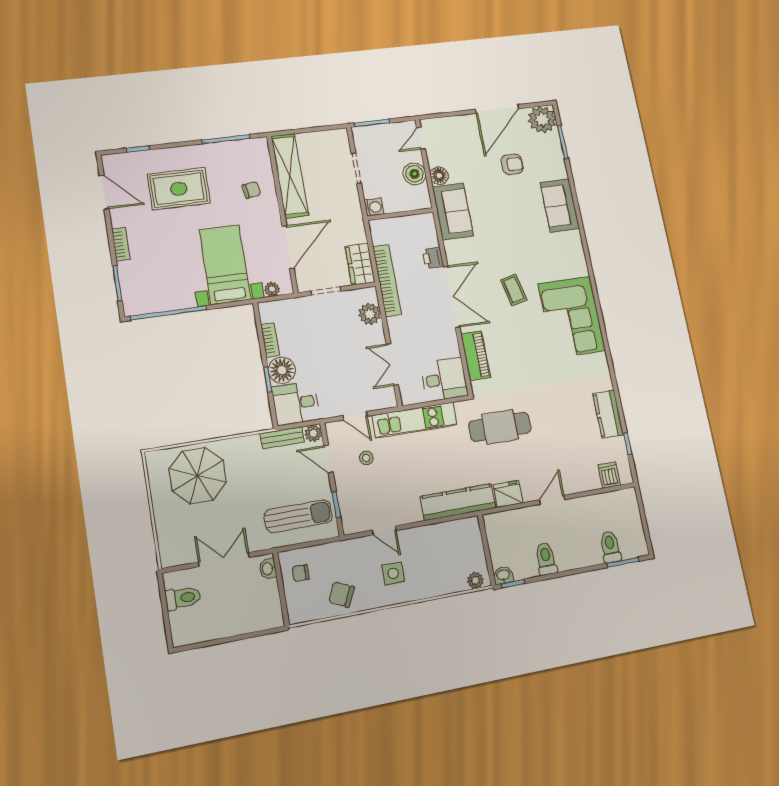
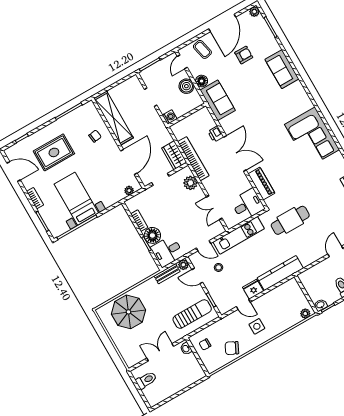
plant: (542, 120) -> (254, 12), width x0.53, depth x0.53
bed with nightstands: (225, 265) -> (76, 199), moved
coffee table: (514, 290) -> (202, 49), moved
fridge: (508, 494) -> (253, 289), moved

